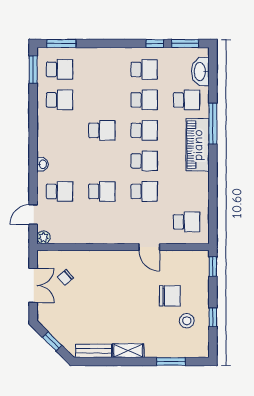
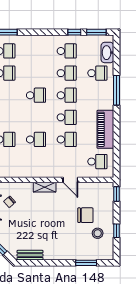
piano: (198, 145) -> (105, 129), moved
shelving: (128, 351) -> (45, 187), moved

